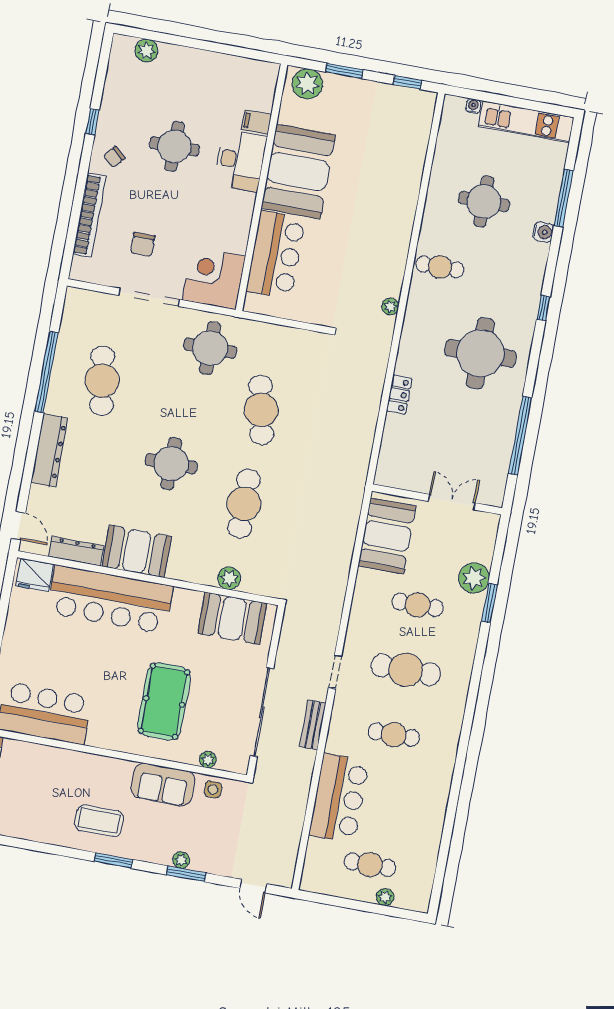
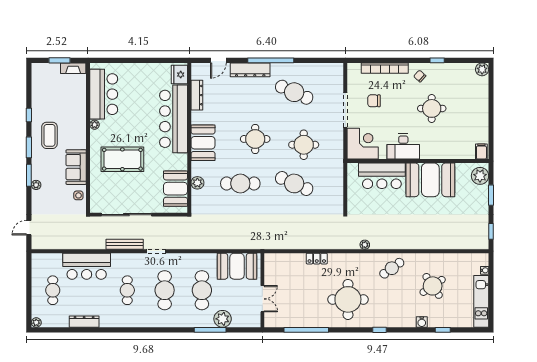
plant: (146, 51) -> (482, 69), moved
filing cabinet: (256, 122) -> (481, 151), moved
desk: (240, 160) -> (403, 146), moved
window: (564, 198) -> (443, 330), width x0.46
round table: (484, 202) -> (433, 286), turned -34
cafe table: (440, 267) -> (392, 268), turned 54
round table: (210, 348) -> (304, 145), moved
window: (47, 372) -> (271, 60), moved
cafe table: (102, 381) -> (294, 92), turned 33
cafe table: (261, 410) -> (294, 183), turned 36
door: (18, 526) -> (218, 60), moved
booth: (137, 551) -> (203, 143), moved
window: (489, 603) -> (210, 330), width x1.44
cafe table: (418, 605) -> (202, 290), width x1.37, depth x1.35
bench: (313, 725) -> (125, 244), width x1.36
plant: (208, 760) -> (95, 125), moved
dresser: (435, 820) -> (84, 322), added
window: (57, 850) -> (29, 115), added
window: (186, 874) -> (29, 175), moved
plant: (385, 897) -> (36, 323), moved

